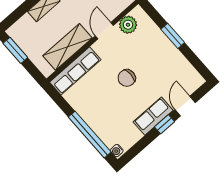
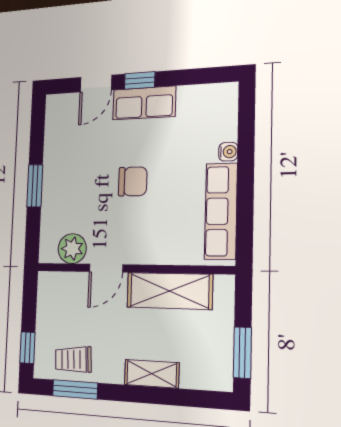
row of seats: (75, 71) -> (221, 211), moved, turned -90
window: (90, 135) -> (246, 147), removed
water cooler: (117, 151) -> (228, 152), moved

